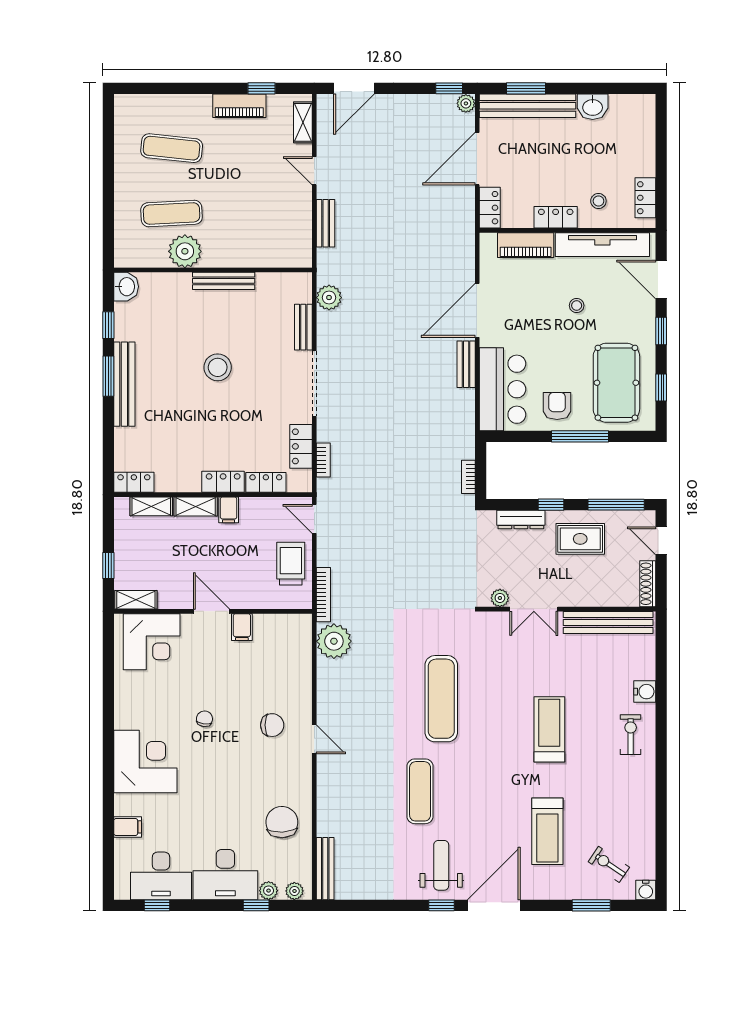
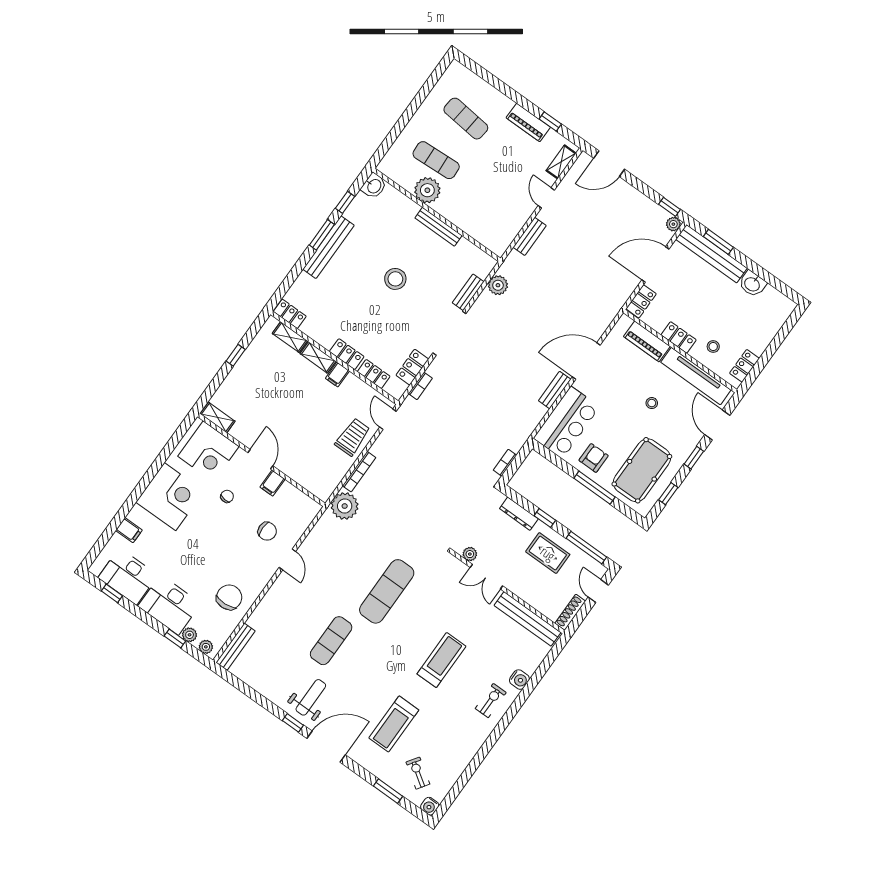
shelving: (136, 600) -> (218, 417), moved
door: (212, 611) -> (260, 459), moved
wall: (213, 611) -> (261, 460), moved
filing cabinet: (242, 627) -> (272, 483), moved
corner desk: (152, 642) -> (208, 451), moved

